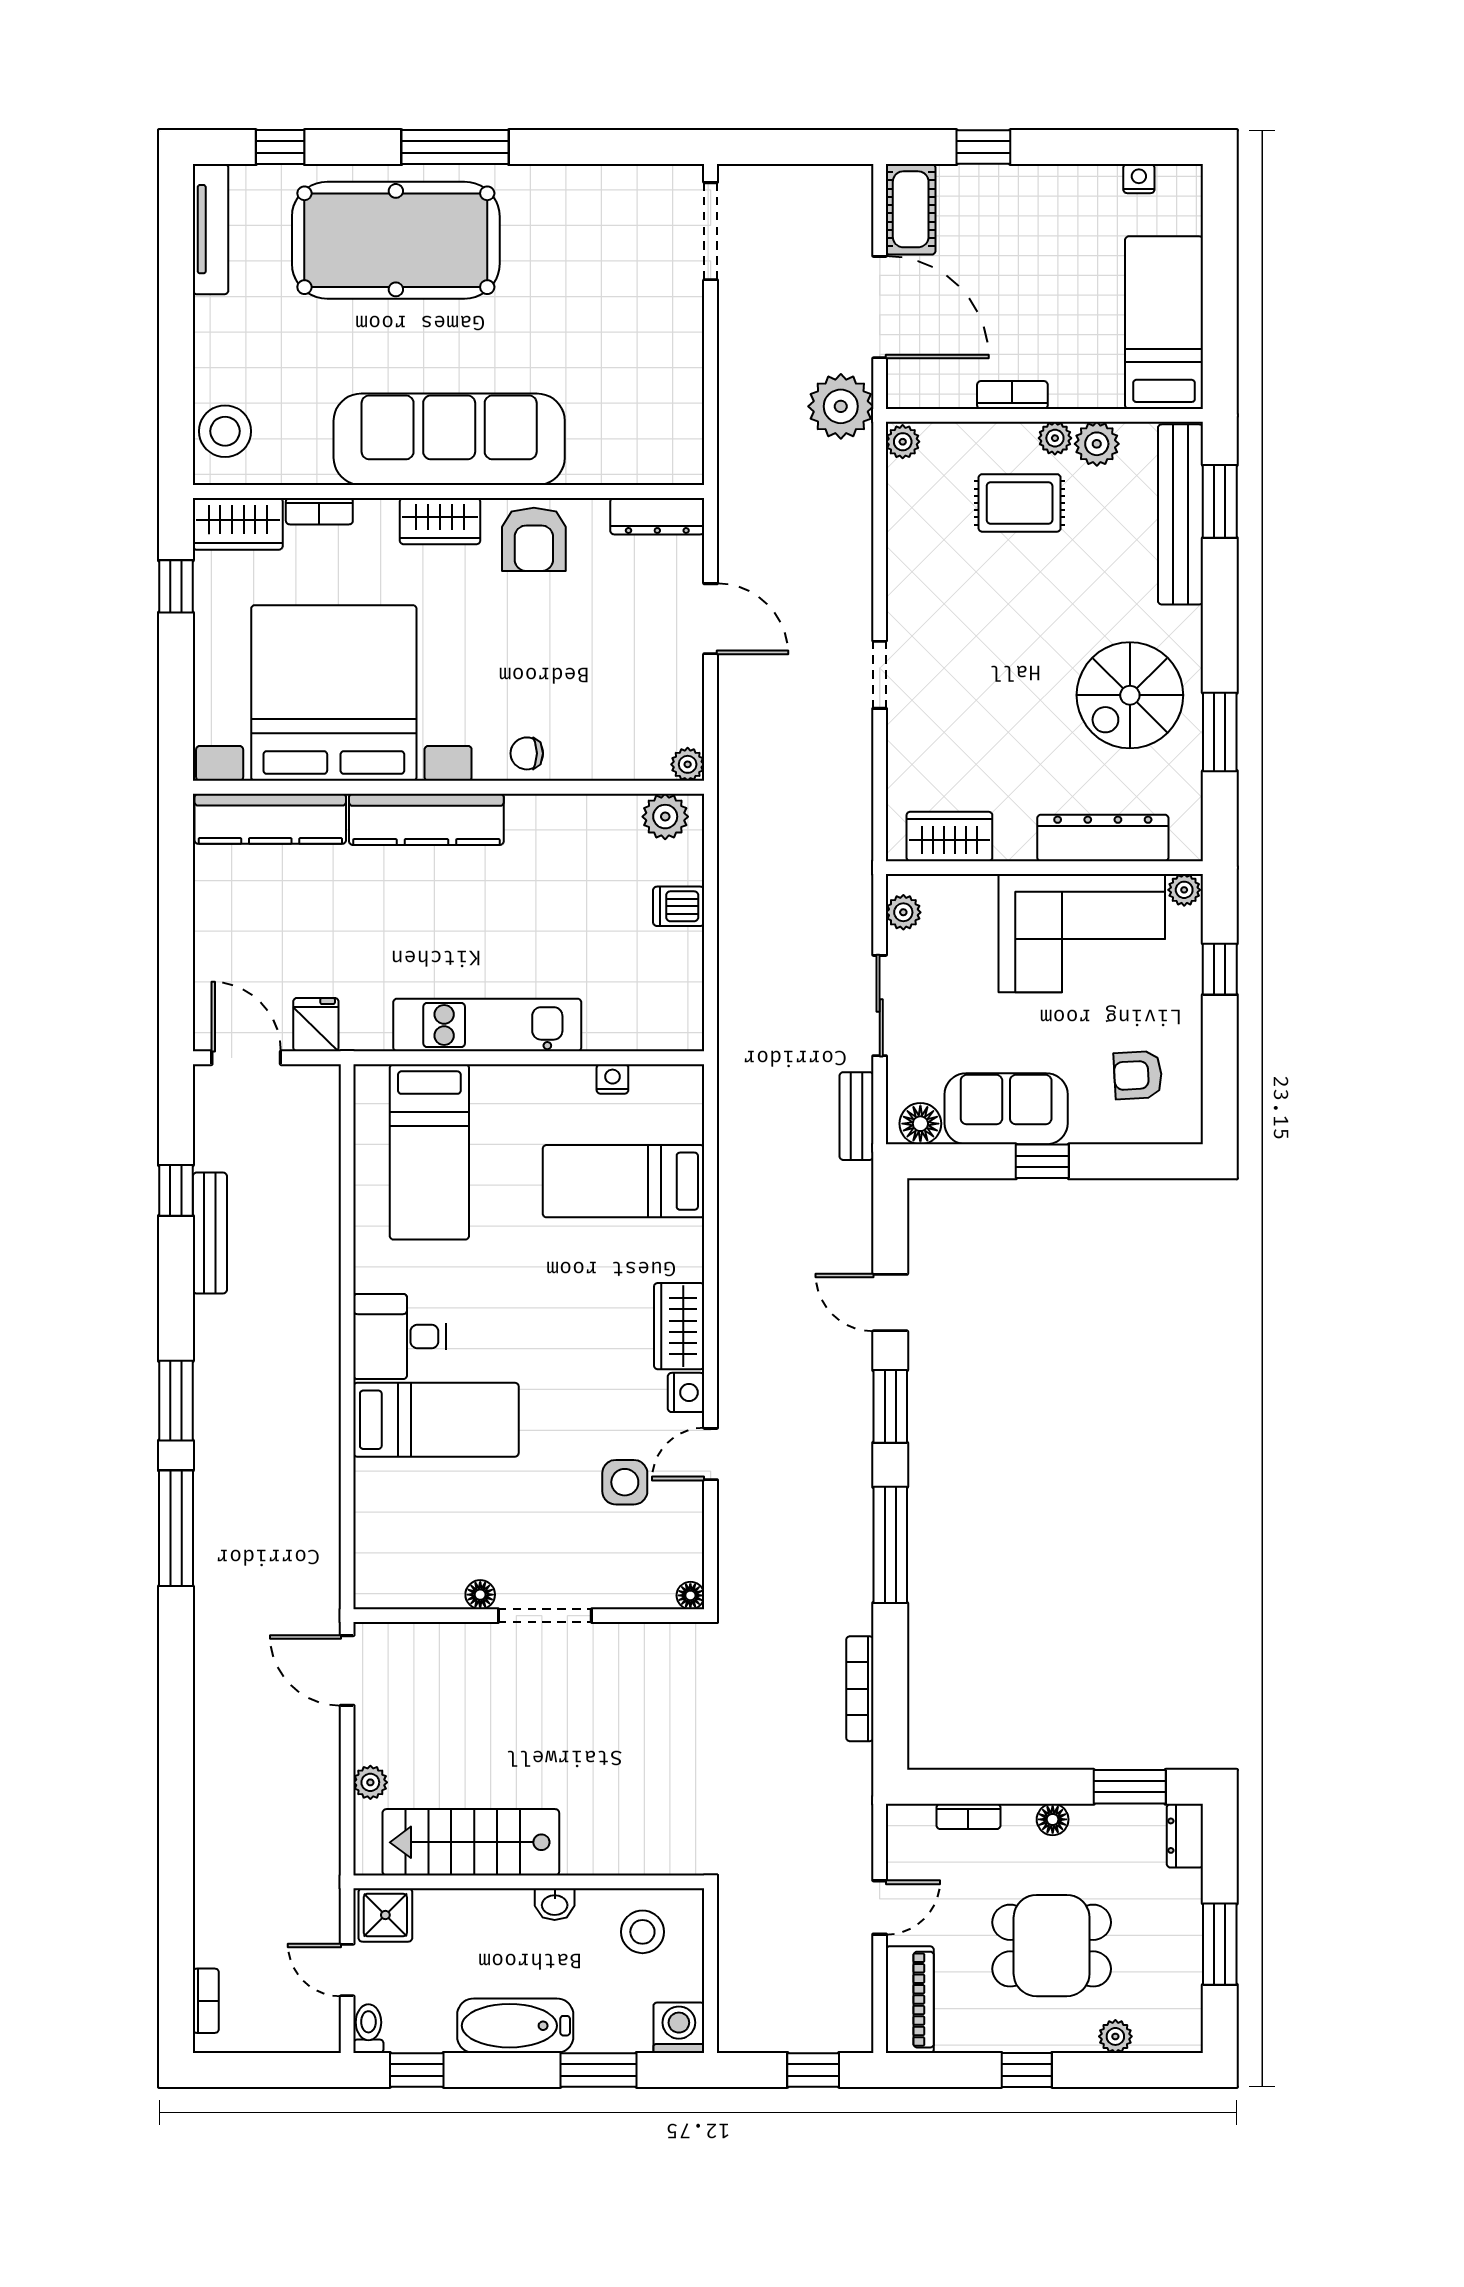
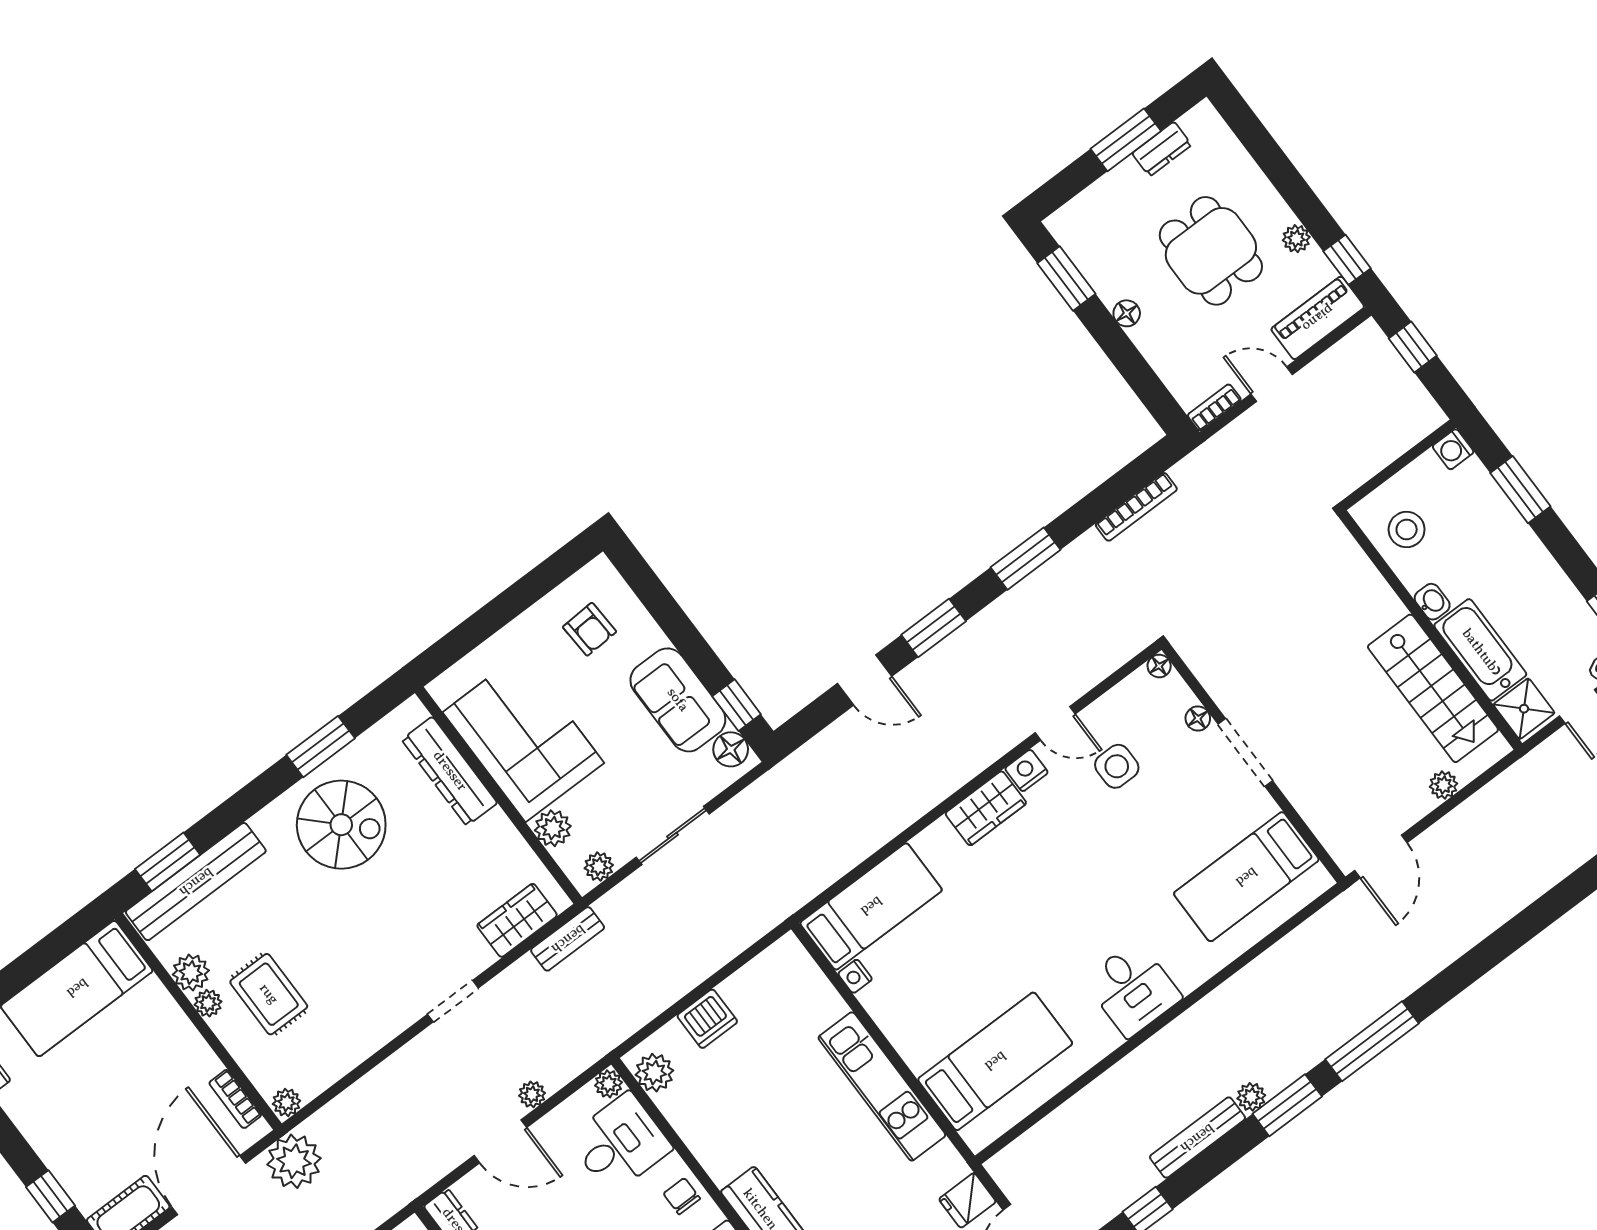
bookcase: (1012, 395) -> (235, 1099), moved
door: (711, 619) -> (500, 1141), swing flipped
plant: (733, 683) -> (532, 1094), added
desk: (622, 732) -> (620, 1143), added
chair: (527, 753) -> (682, 1196), turned 180
wardrobe: (949, 836) -> (517, 920), moved, turned 90
plant: (1184, 890) -> (553, 828), moved, width x1.38, depth x1.38
dishwasher: (679, 906) -> (707, 1019), width x1.38
window: (1220, 969) -> (478, 628), removed
bench: (856, 1116) -> (568, 939), moved
window: (1042, 1161) -> (737, 705), moved
bed: (624, 1181) -> (871, 906), moved, turned -90
bench: (210, 1233) -> (1197, 1138), moved
door: (890, 1303) -> (865, 680), hinge flipped
plant: (210, 1372) -> (1251, 1097), added
bed: (436, 1420) -> (1246, 877), moved, turned -90
window: (890, 1545) -> (1026, 559), width x0.69
floor lamp: (480, 1595) -> (1198, 719), moved
bookcase: (968, 1816) -> (1214, 407), moved, turned -90
dresser: (1185, 1836) -> (1162, 149), moved
bathtub: (515, 2026) -> (1480, 650), moved, turned 180
washing machine: (679, 2028) -> (1453, 449), width x0.73, depth x0.73
plant: (1115, 2036) -> (1296, 239), moved
window: (1027, 2070) -> (1347, 260), moved

